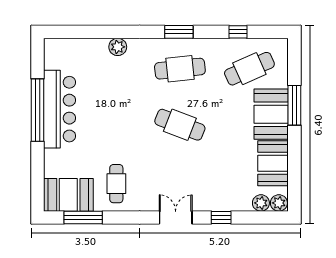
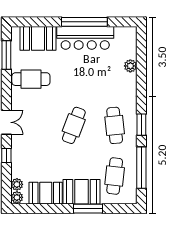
window: (238, 32) -> (141, 168), width x3.17
plant: (118, 47) -> (130, 66), moved
cafe table: (249, 69) -> (115, 176), turned 30
cafe table: (116, 184) -> (31, 79), width x1.37, depth x1.35
booth: (68, 195) -> (38, 38), moved, turned 90

